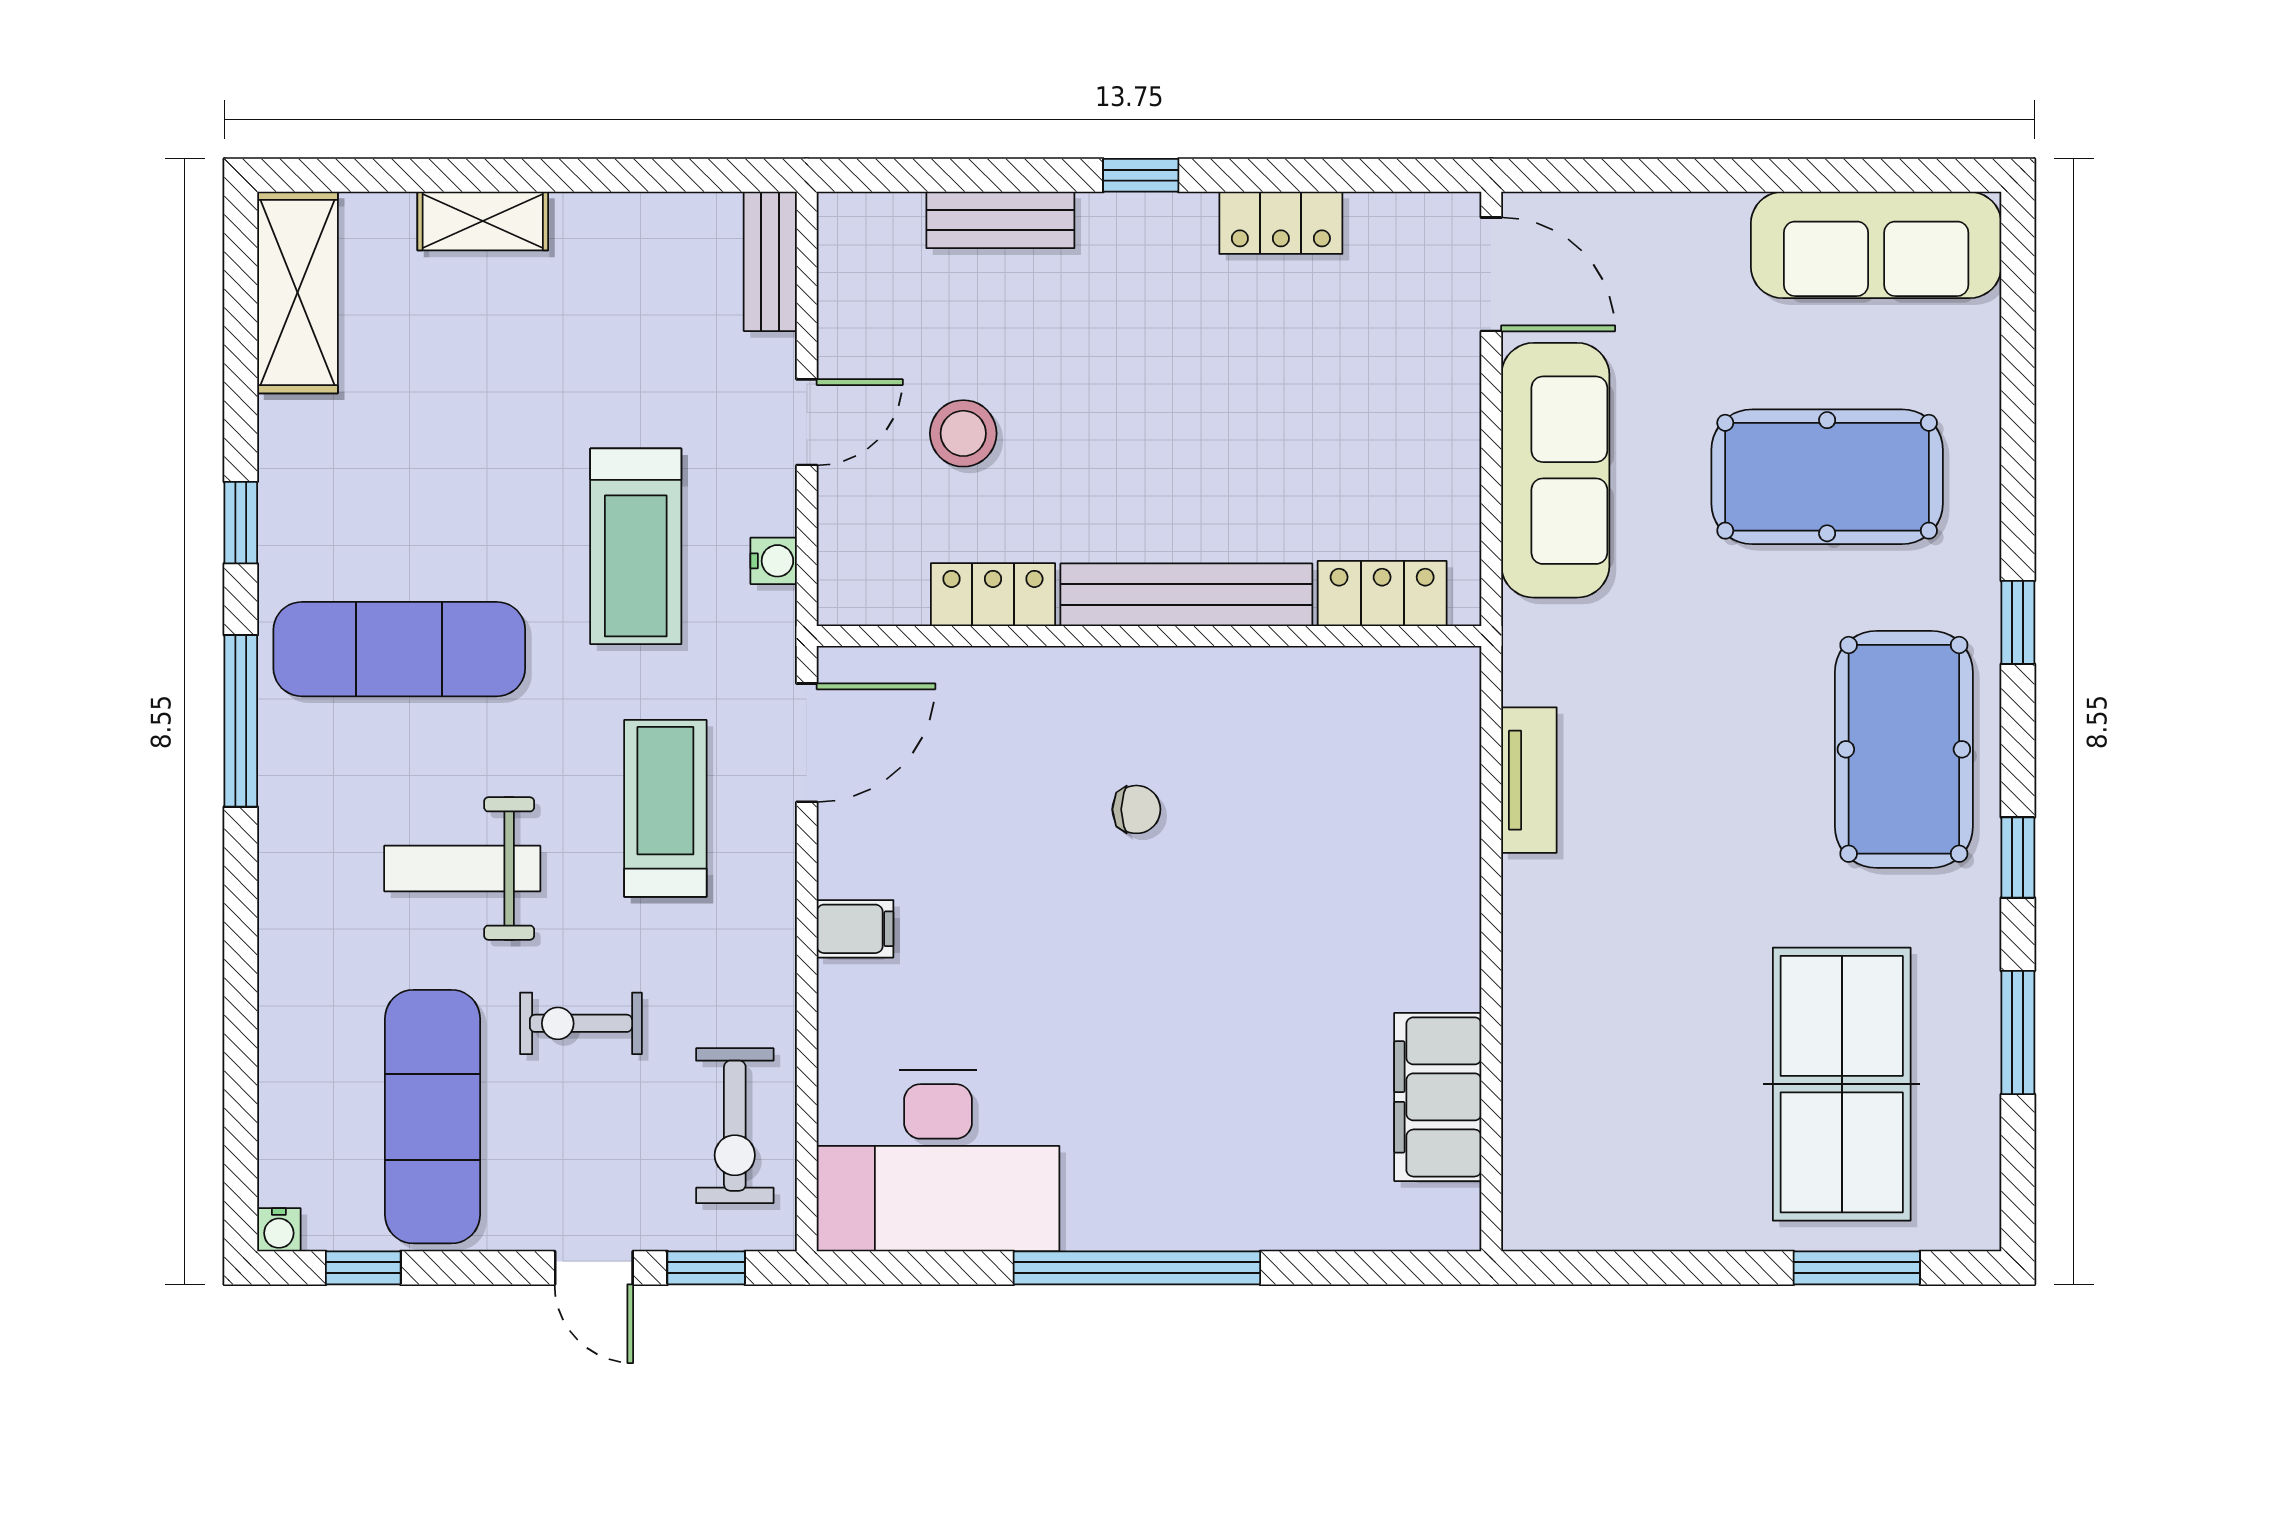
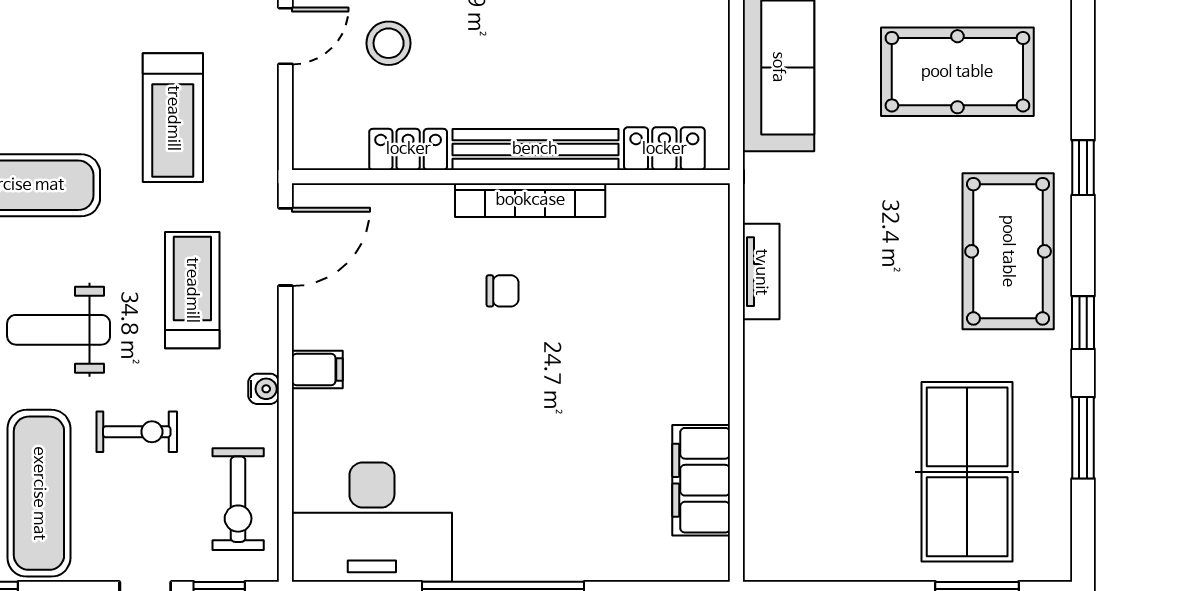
water cooler: (774, 561) -> (264, 389), moved
bookcase: (1178, 672) -> (530, 200), added
exercise bike: (581, 1023) -> (137, 432), turned 180

